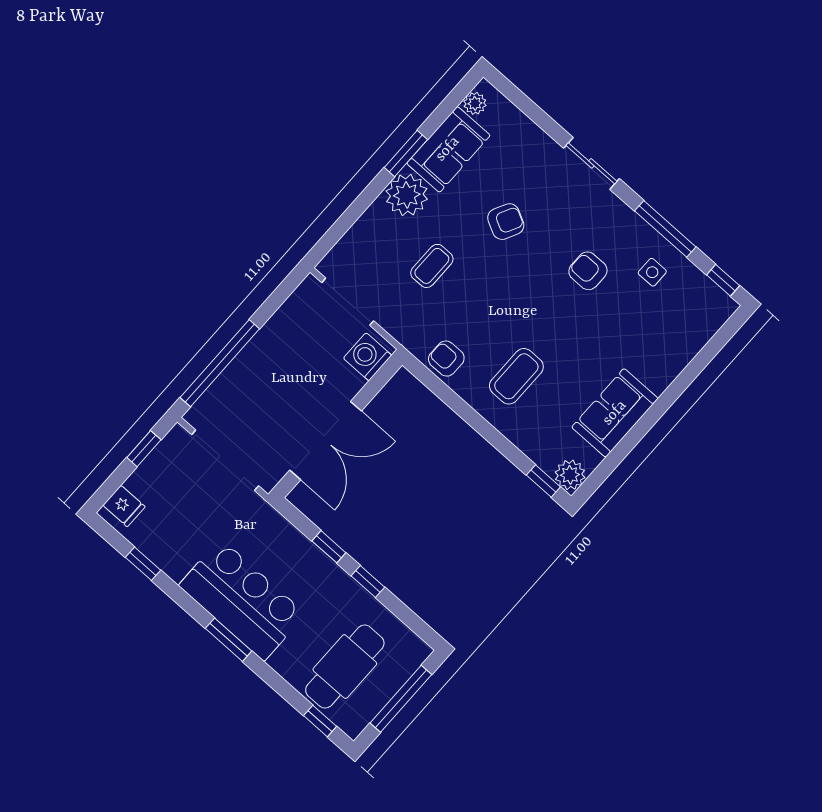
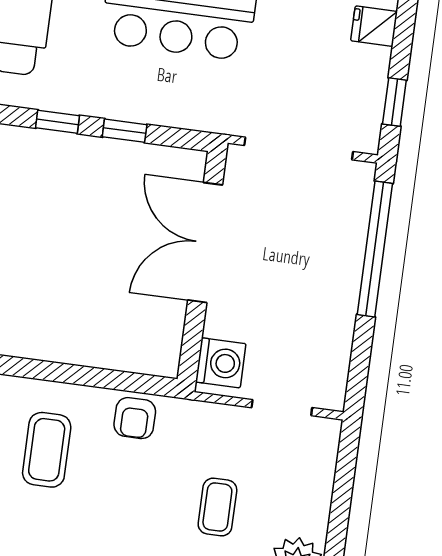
doorway: (348, 302) -> (282, 408), width x0.73
armchair: (446, 359) -> (135, 418), turned 90

